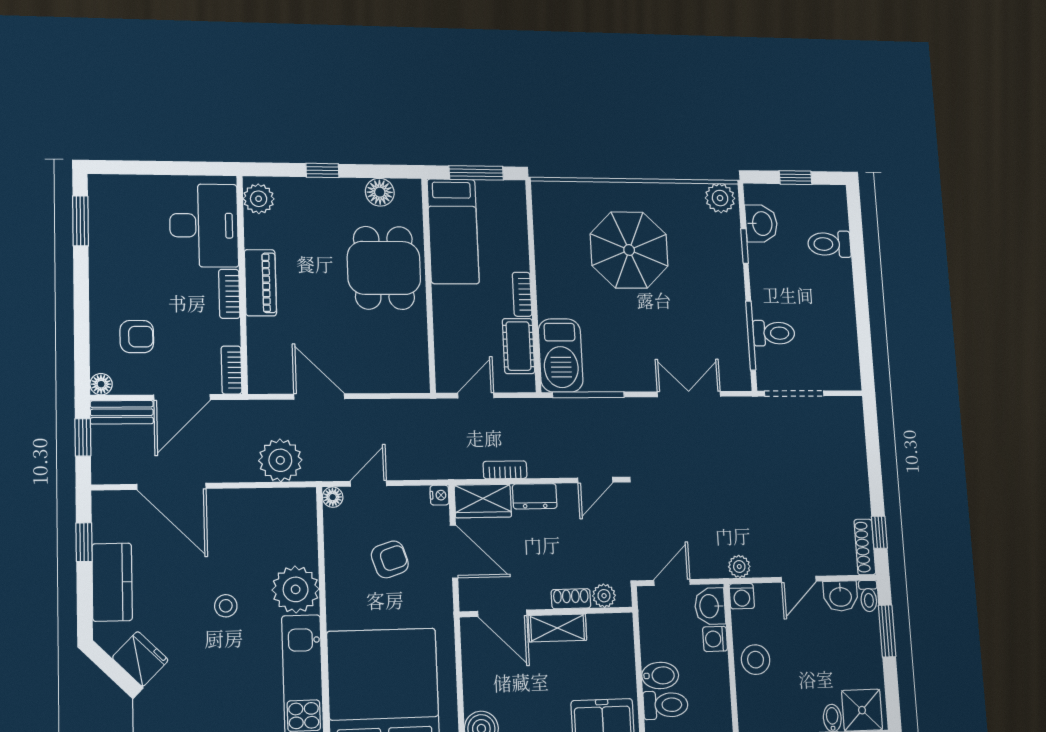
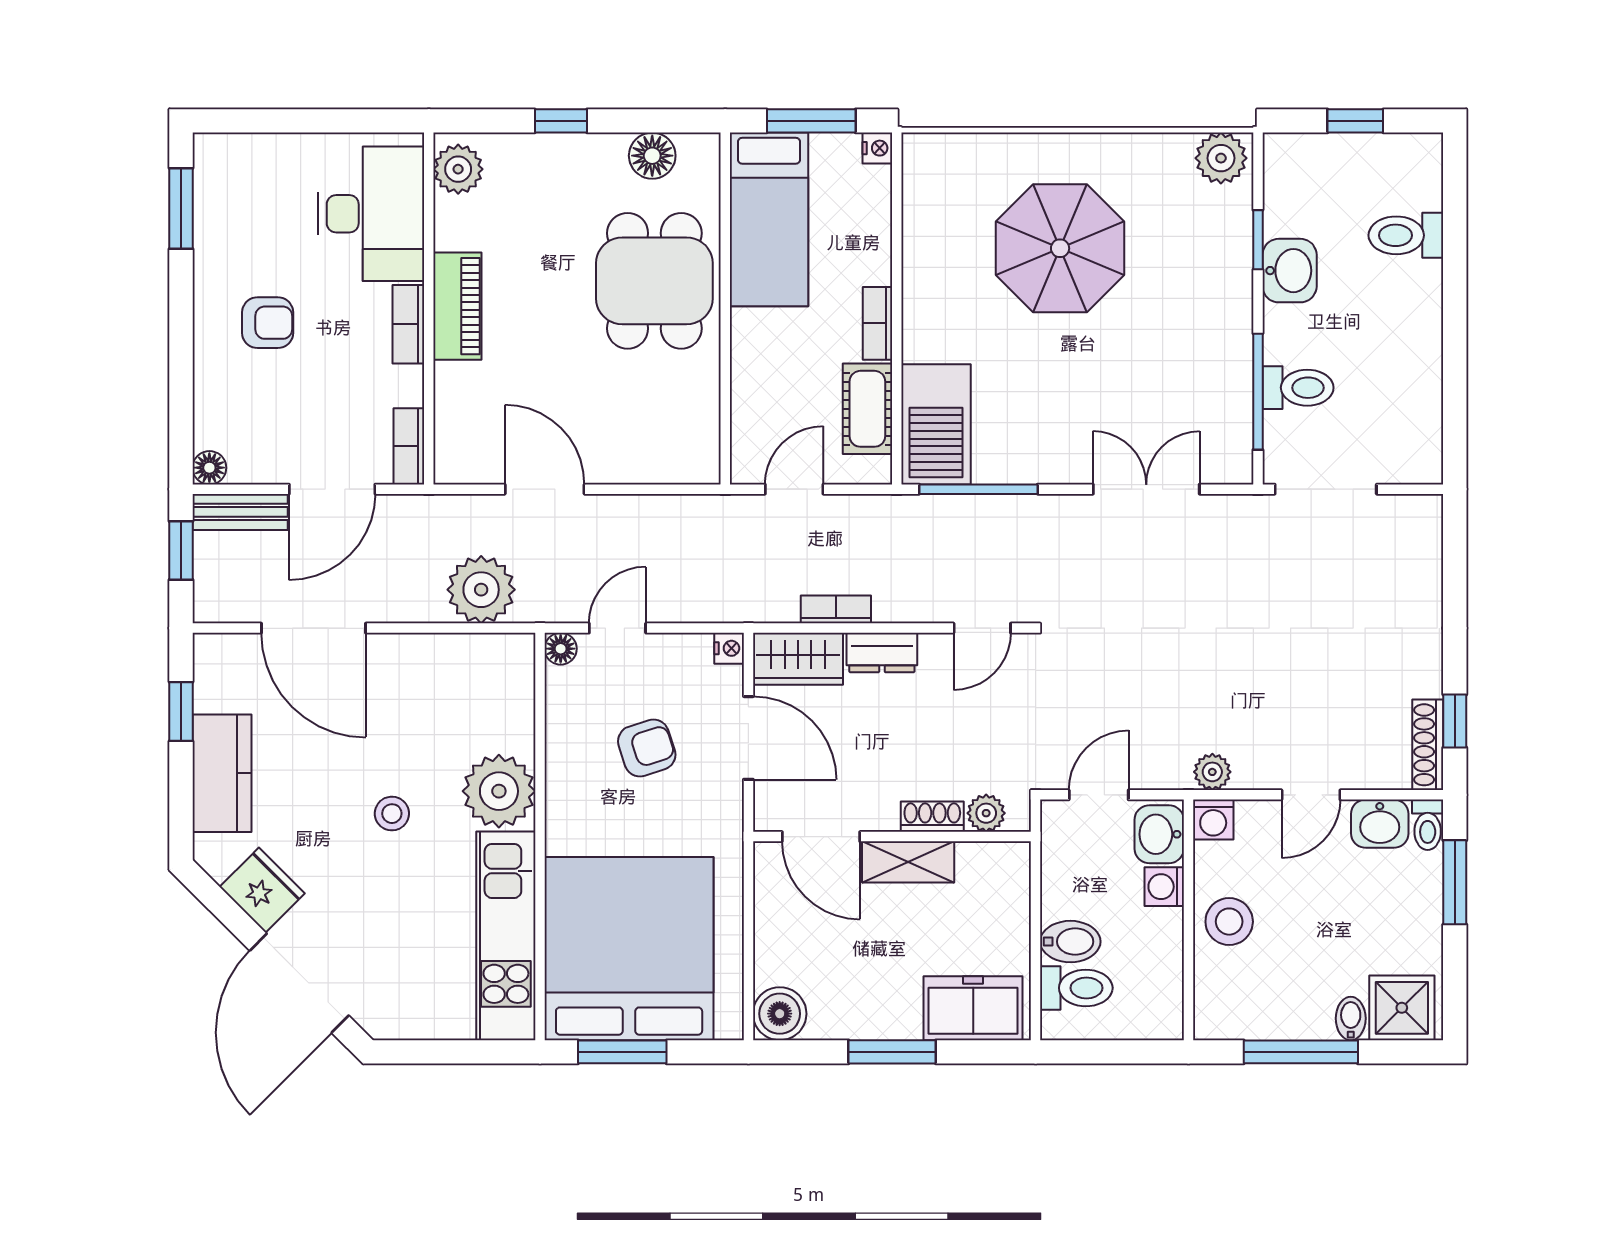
nightstand: (517, 189) -> (877, 148), added
washbasin: (761, 224) -> (1290, 271), moved
armchair: (137, 337) -> (268, 323), moved

